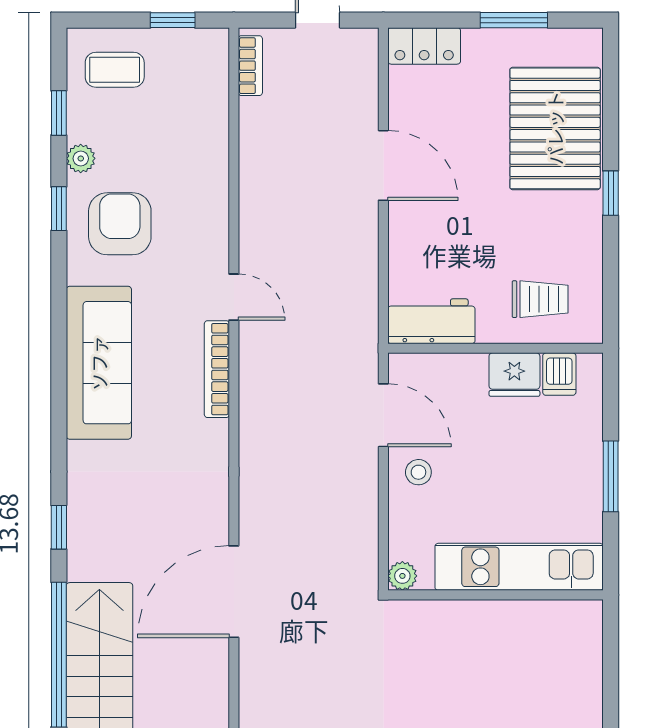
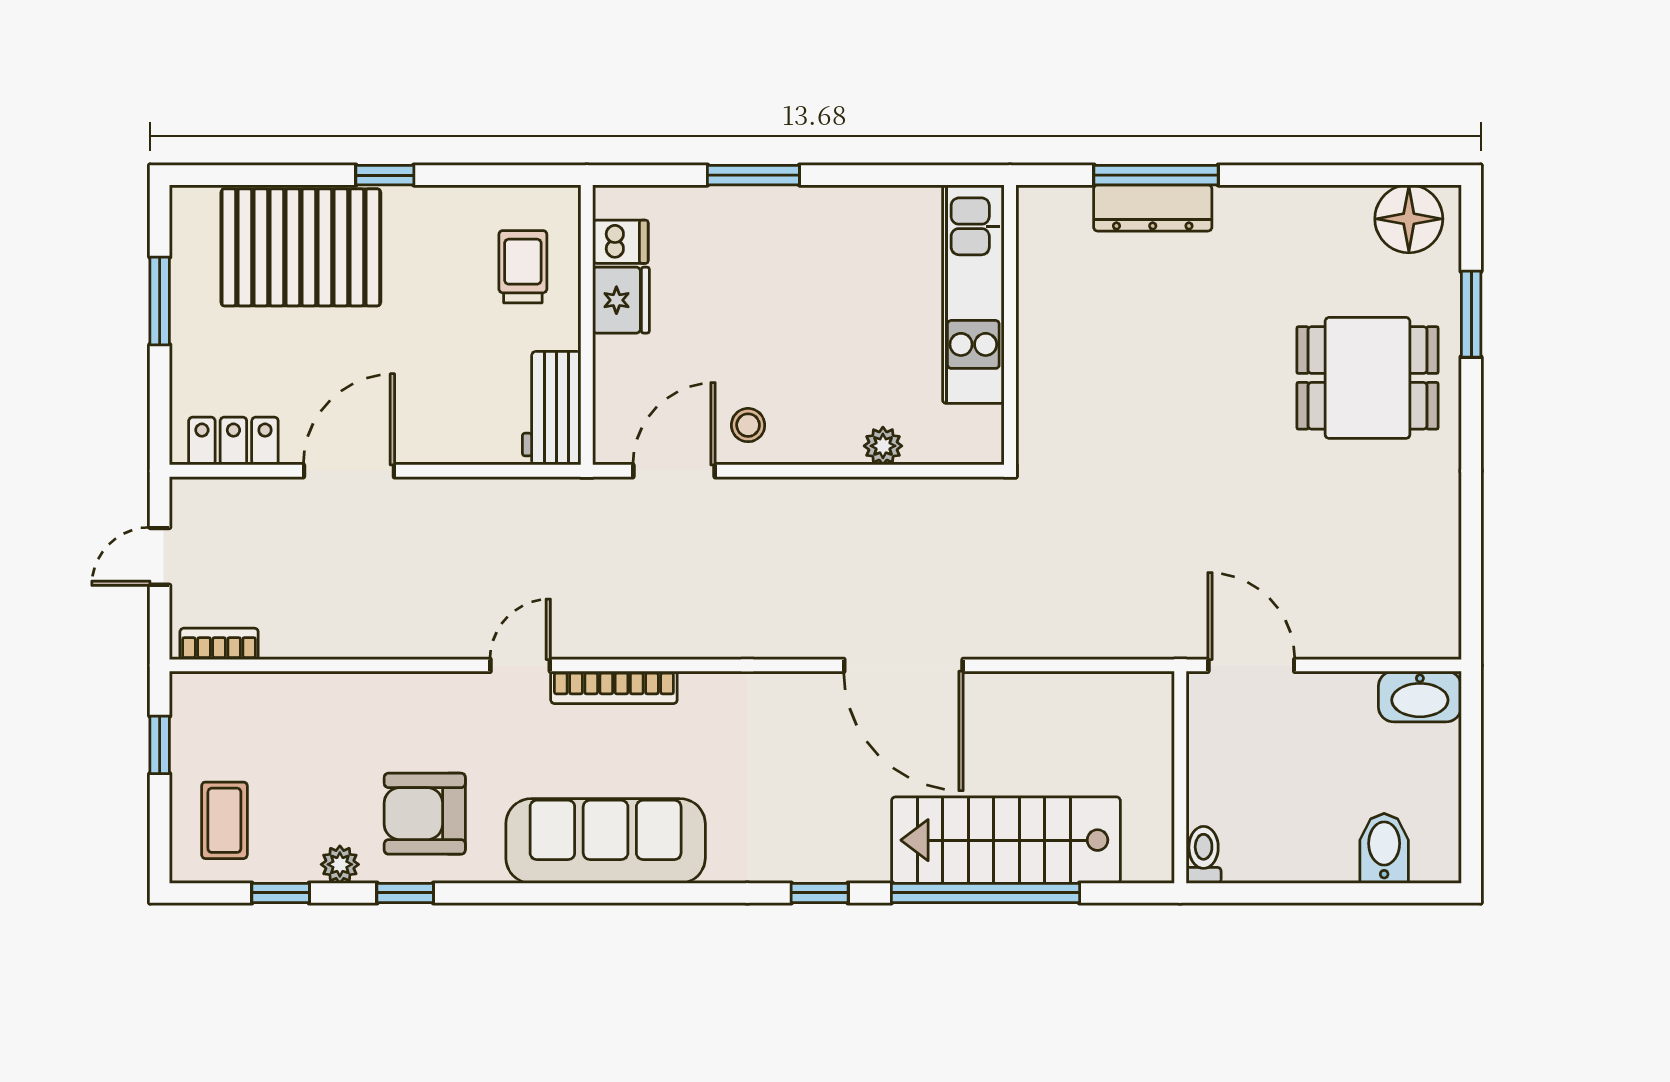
locker: (424, 46) -> (233, 441), moved, turned -90
kitchen unit: (519, 567) -> (973, 294), moved
wall: (495, 595) -> (1010, 325), moved

